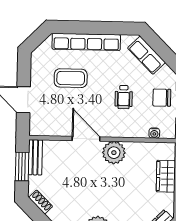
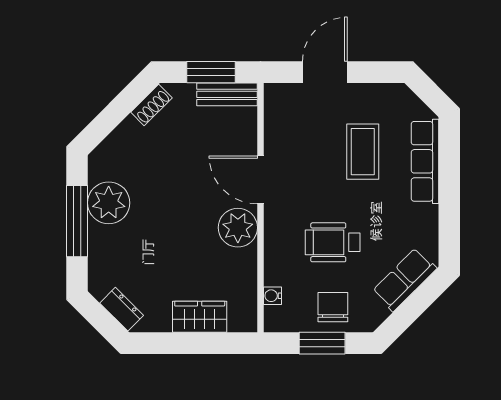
row of seats: (86, 42) -> (425, 161), width x0.73
wheelchair: (124, 97) -> (333, 242), width x1.36, depth x1.37
door: (86, 139) -> (260, 180), swing flipped

